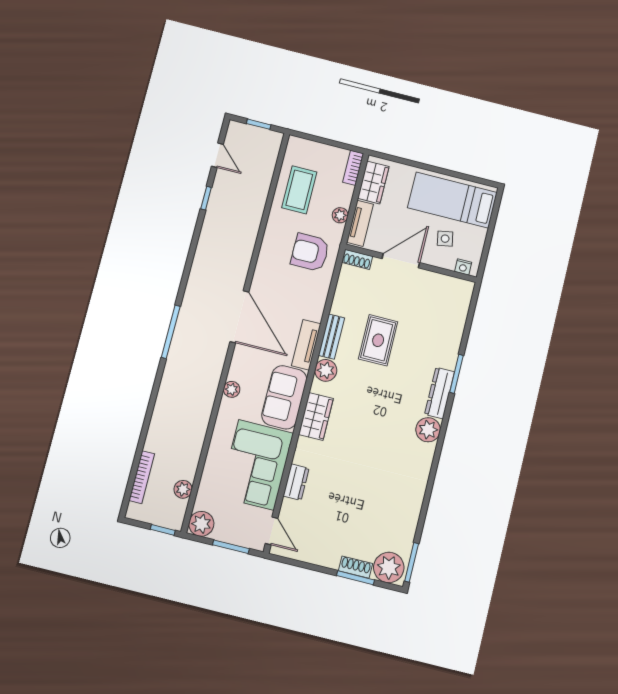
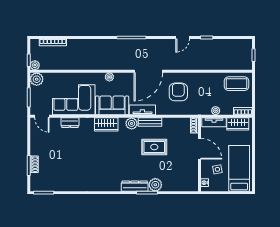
door: (217, 155) -> (183, 38), moved
coffee table: (299, 190) -> (236, 84), moved
armchair: (310, 252) -> (178, 92), moved
plant: (428, 430) -> (155, 185), moved
plant: (183, 489) -> (35, 65), moved
door: (272, 531) -> (42, 116), hinge flipped
plant: (389, 567) -> (38, 181), removed

